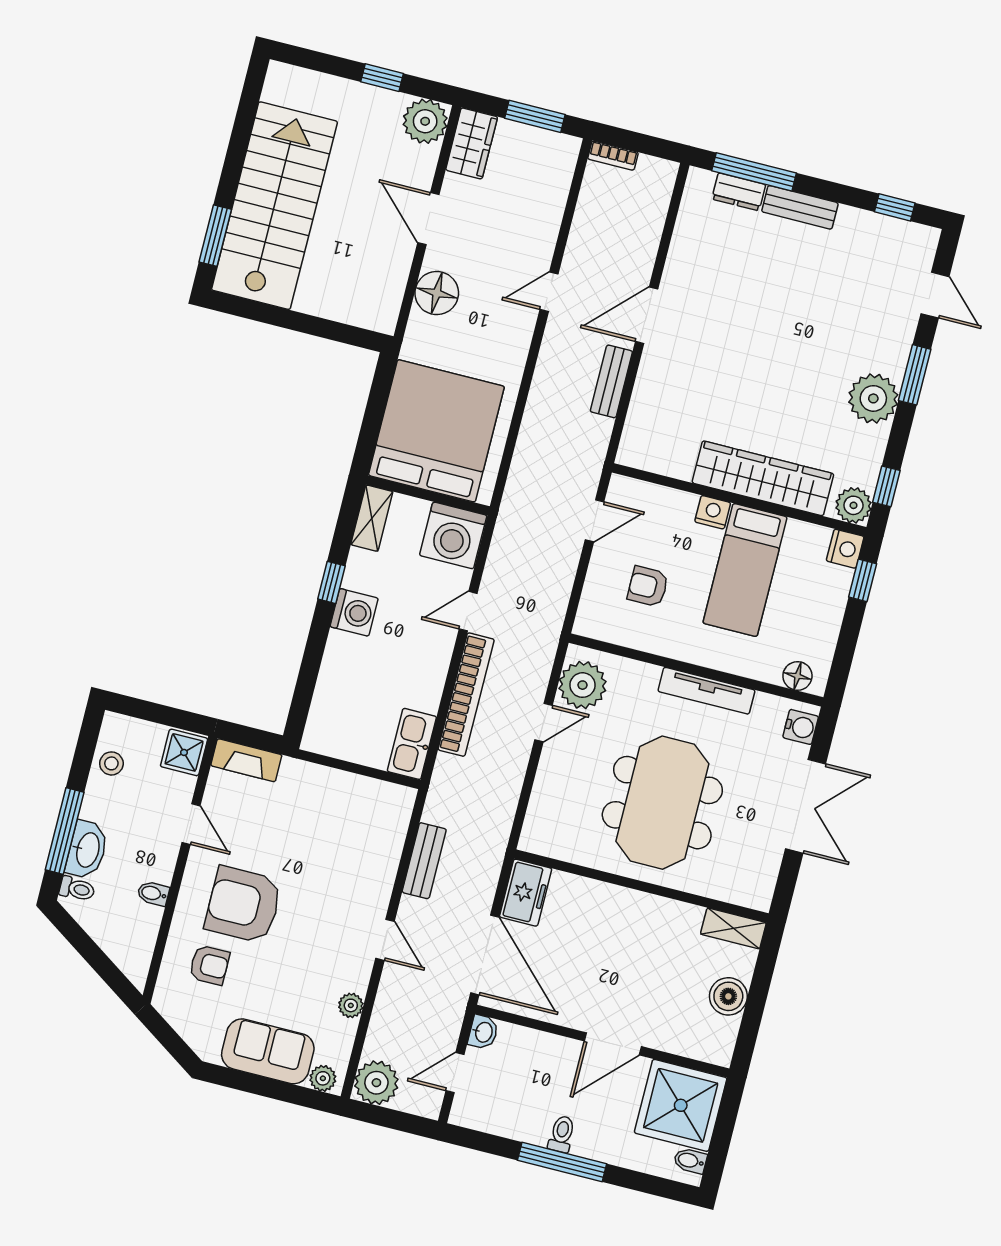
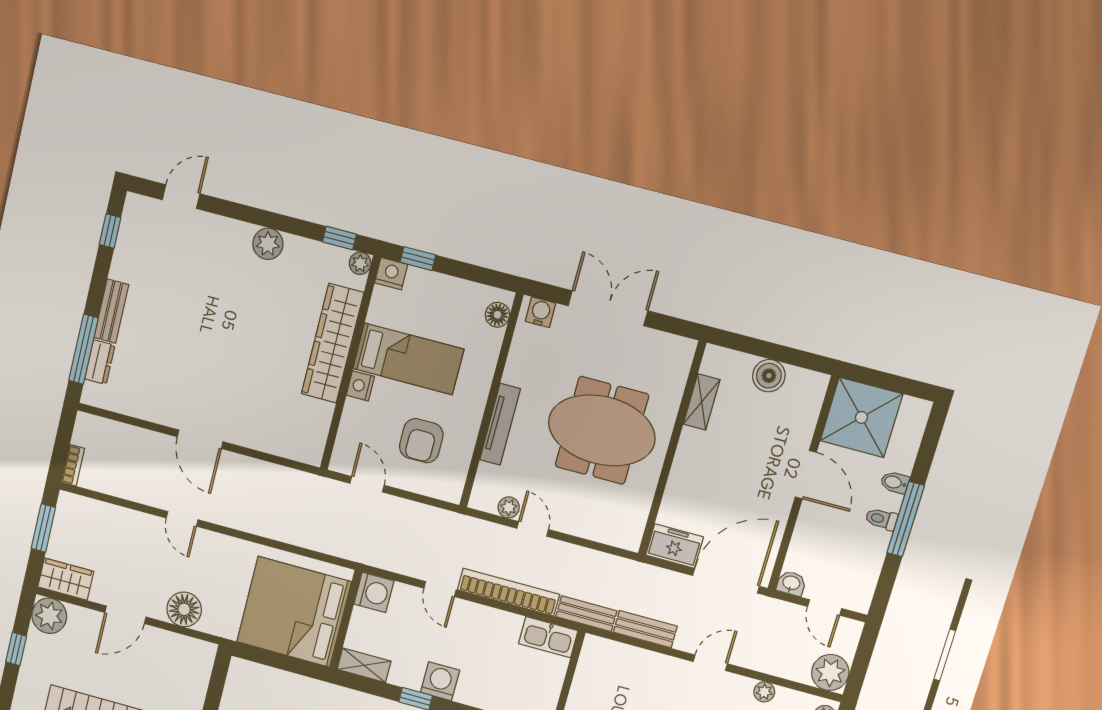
window: (915, 375) -> (247, 214), removed
bench: (611, 381) -> (586, 614), moved
plant: (873, 398) -> (268, 244), width x0.73, depth x0.73
plant: (853, 505) -> (360, 263), width x0.73, depth x0.73
washing machine: (453, 535) -> (374, 592), width x0.73, depth x0.73
armchair: (648, 586) -> (421, 441), width x1.38, depth x1.38
plant: (583, 685) -> (509, 507), width x0.53, depth x0.53
tv unit: (706, 691) -> (500, 424), moved
shelving: (733, 928) -> (702, 402), moved
bidet: (690, 1161) -> (895, 482), moved, turned 90

